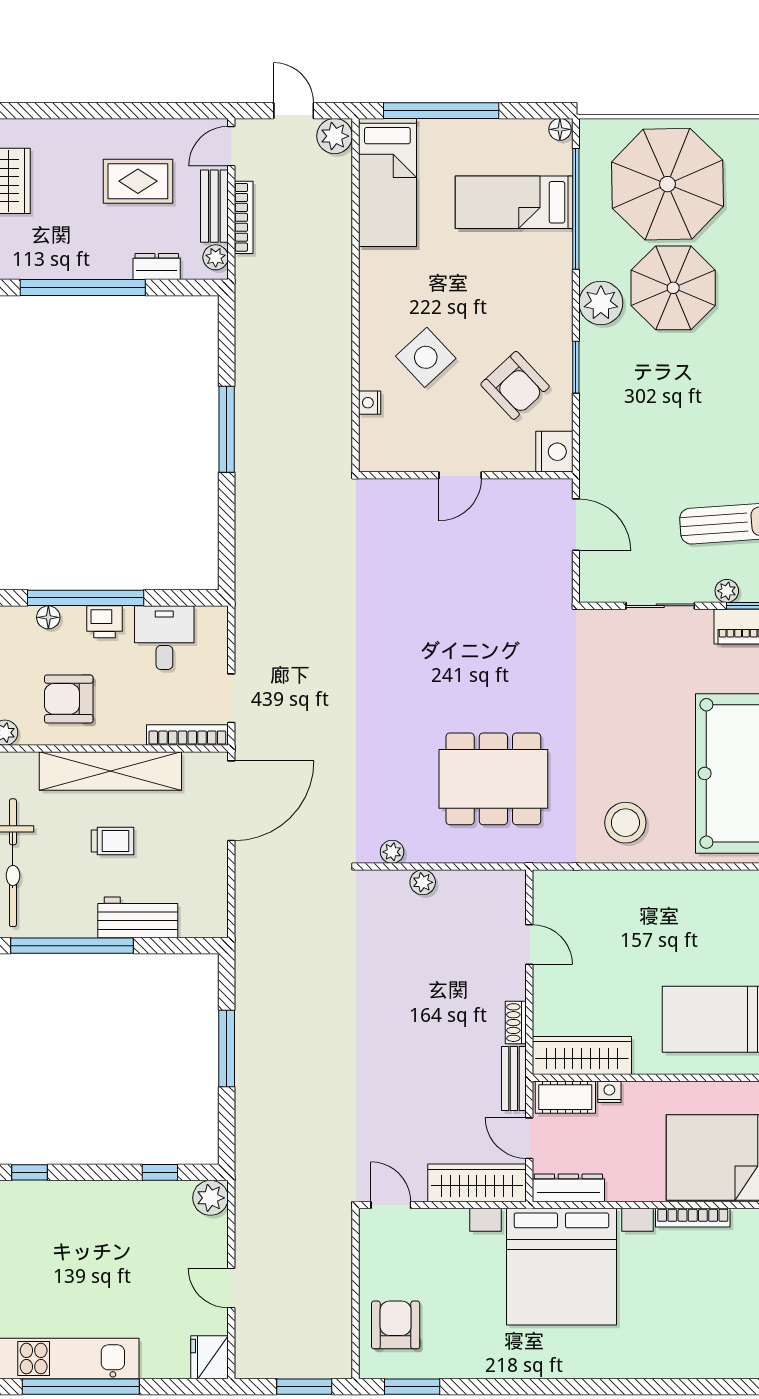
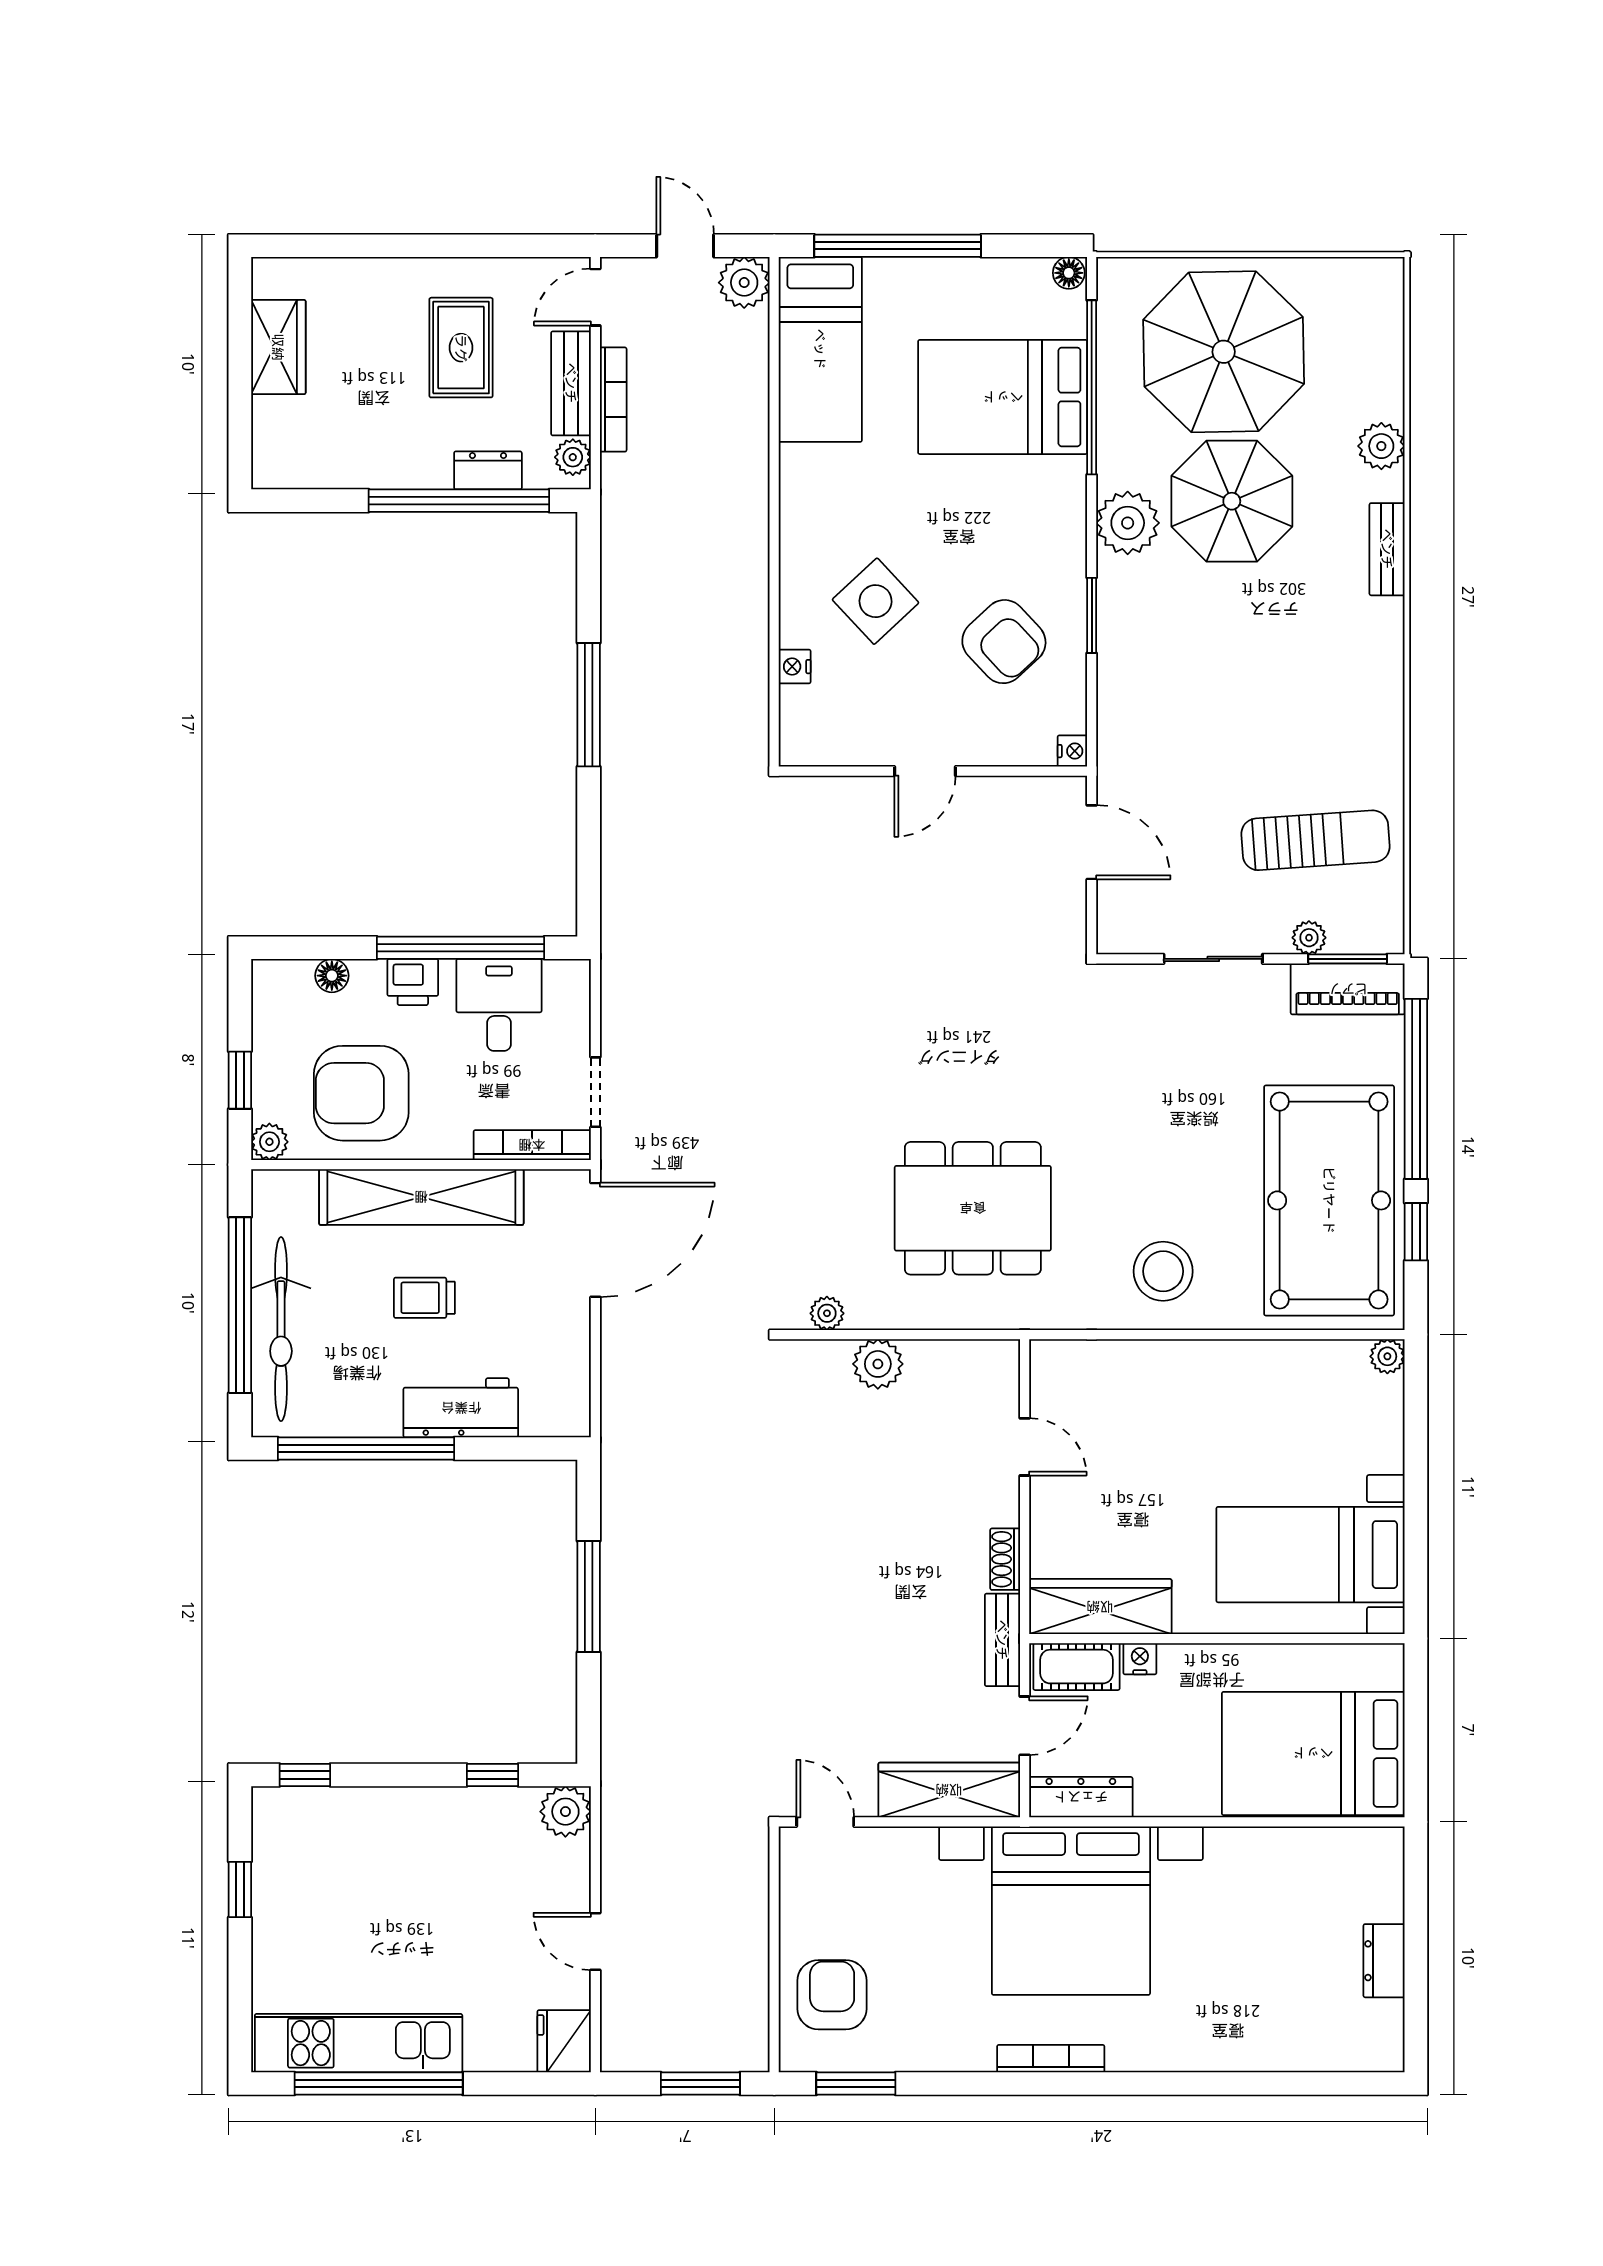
rug: (138, 181) -> (461, 348), turned 90
bed: (514, 202) -> (1003, 397), width x1.50
window: (83, 287) -> (459, 501), moved
nightstand: (554, 452) -> (1072, 751), width x0.53, depth x0.56
window: (86, 598) -> (460, 948), moved
armchair: (69, 699) -> (361, 1093), width x1.36, depth x1.36
trolley: (113, 841) -> (424, 1298), turned 180
plant: (423, 882) -> (878, 1364), width x1.38, depth x1.38
door: (529, 1138) -> (1025, 1726), swing flipped
bookcase: (693, 1218) -> (1051, 2059), moved, turned 180

